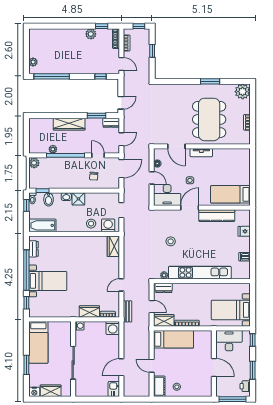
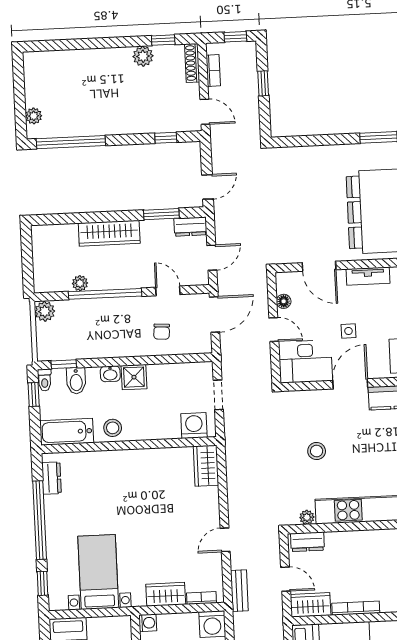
stool: (91, 224) -> (113, 428), moved
bed with nightstands: (48, 281) -> (98, 572), moved, turned -90

